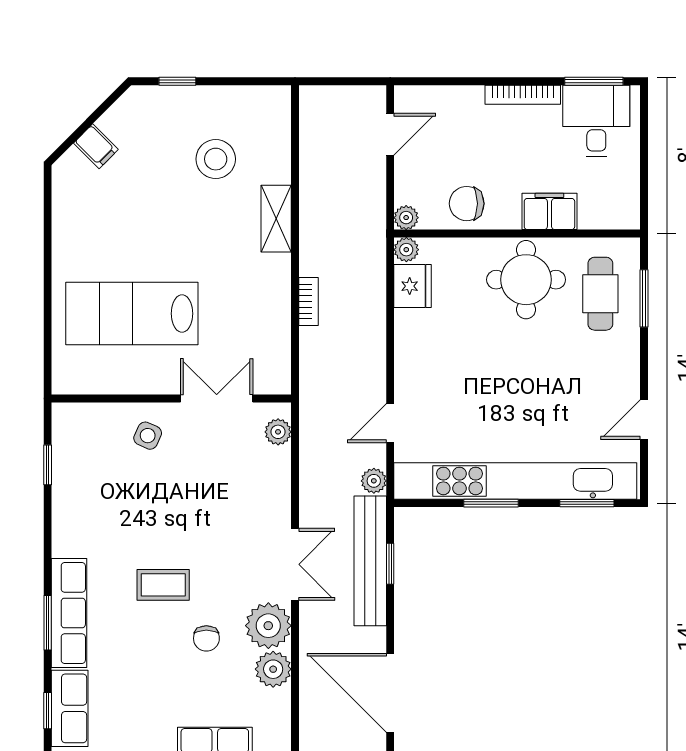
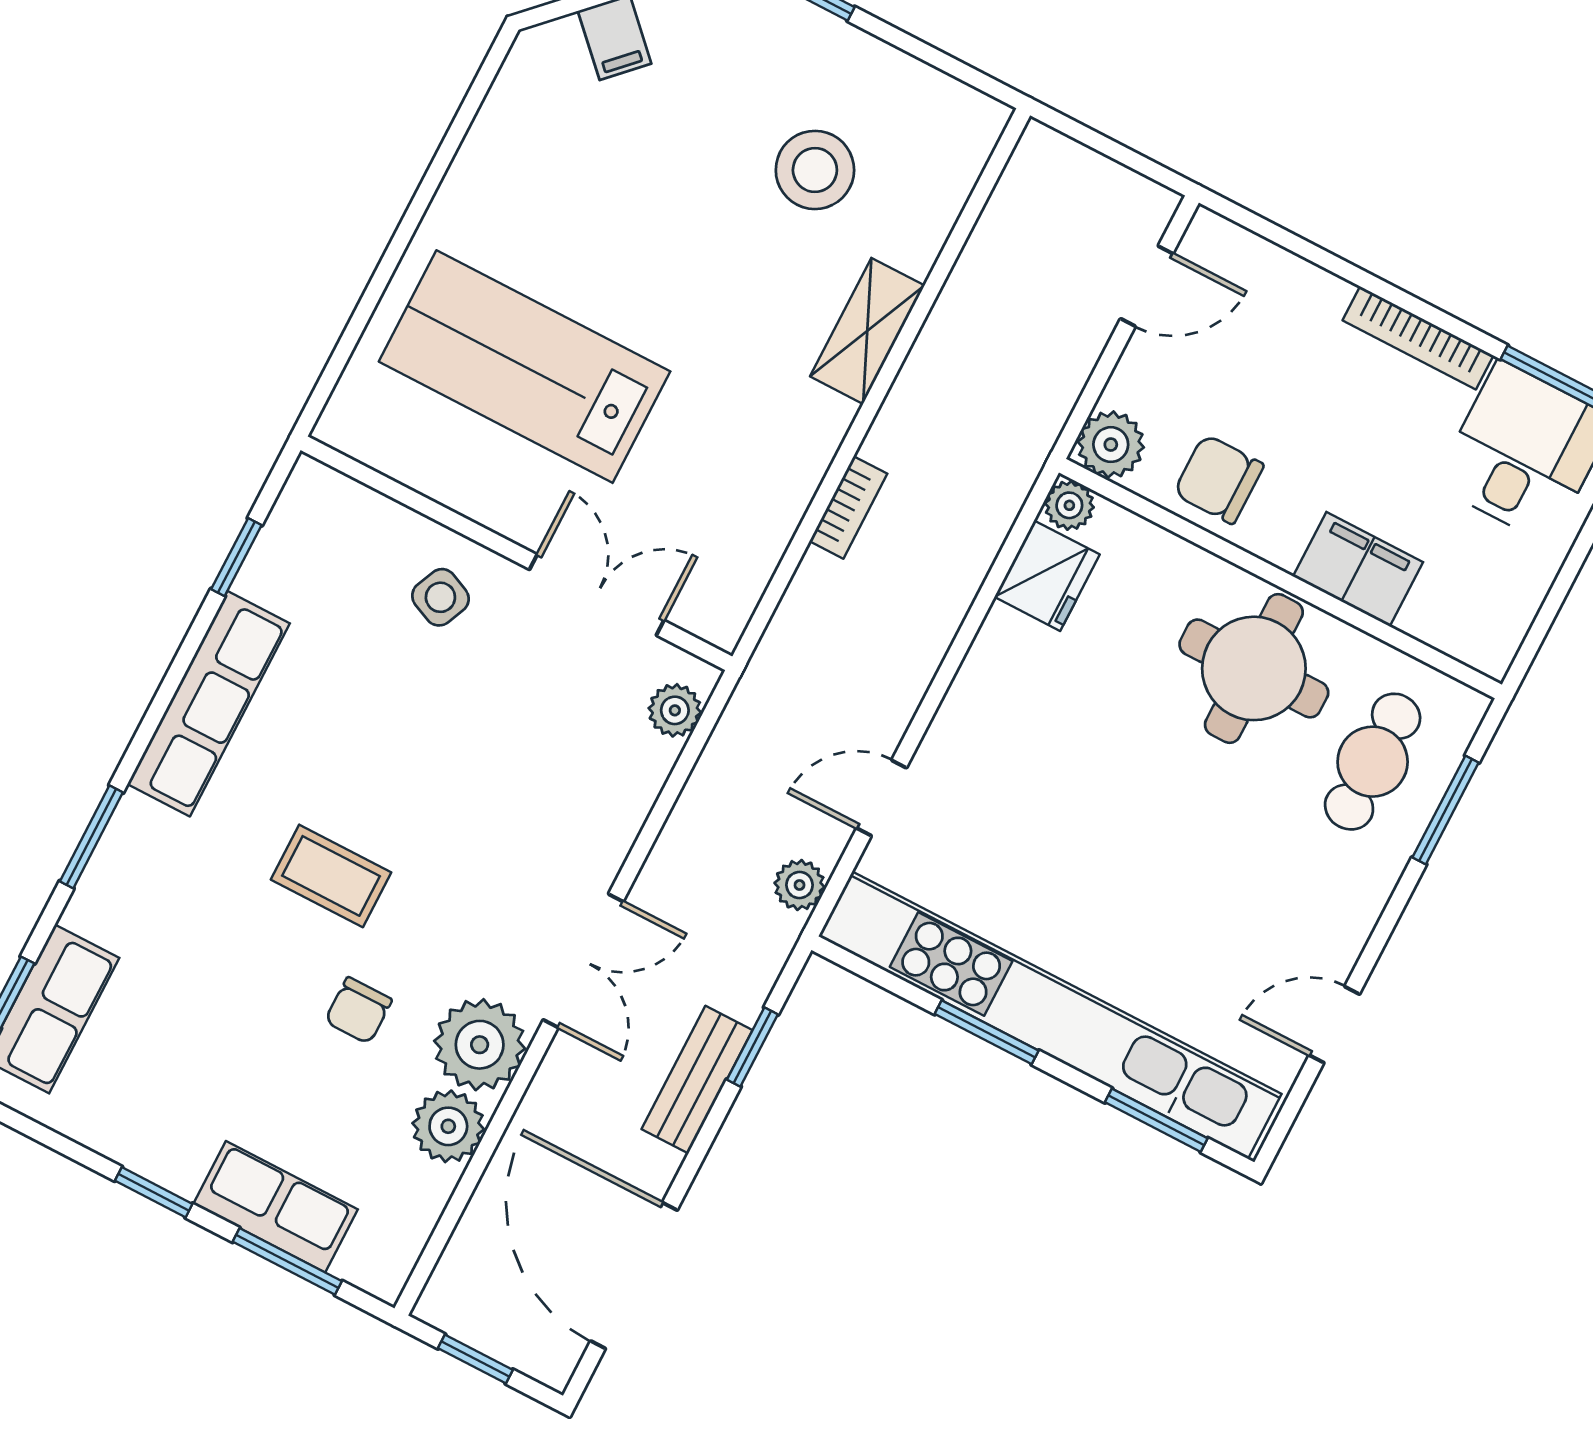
plant: (406, 218) -> (1111, 445), width x1.38, depth x1.38
bench: (370, 561) -> (697, 1080), width x0.54, depth x0.82
row of seats: (69, 613) -> (209, 704), moved

